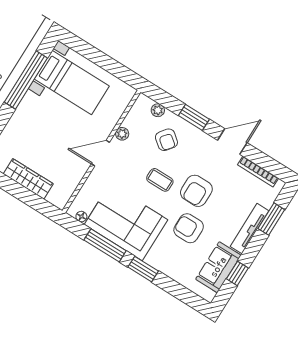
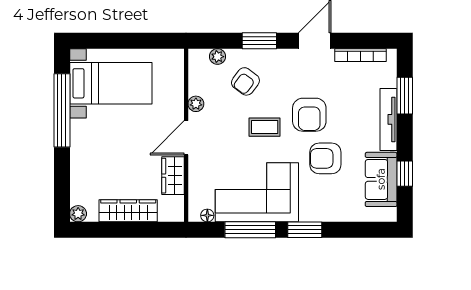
armchair: (166, 140) -> (245, 81), turned 89
wardrobe: (75, 174) -> (173, 176), added

